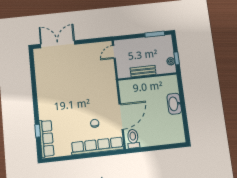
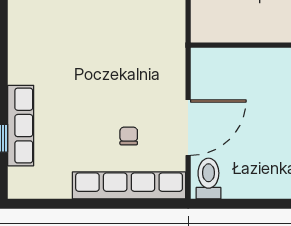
bench: (143, 71) -> (248, 32), removed
row of seats: (46, 138) -> (21, 126), moved

